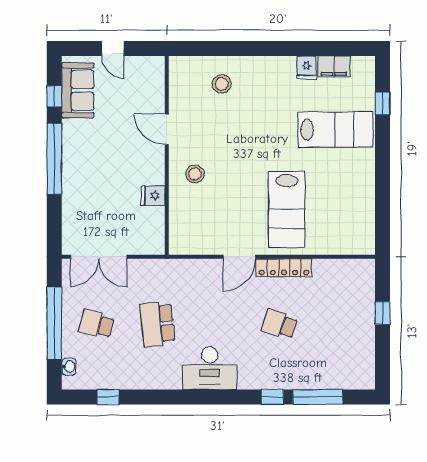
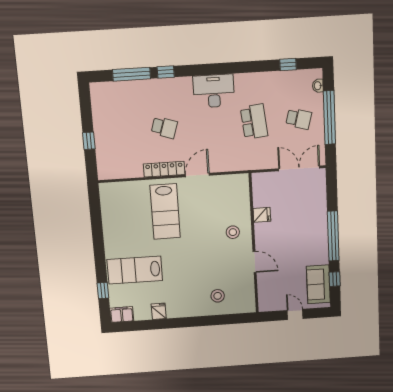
filing cabinet: (334, 66) -> (122, 315), moved
lab bench: (287, 209) -> (165, 211), turned 180

